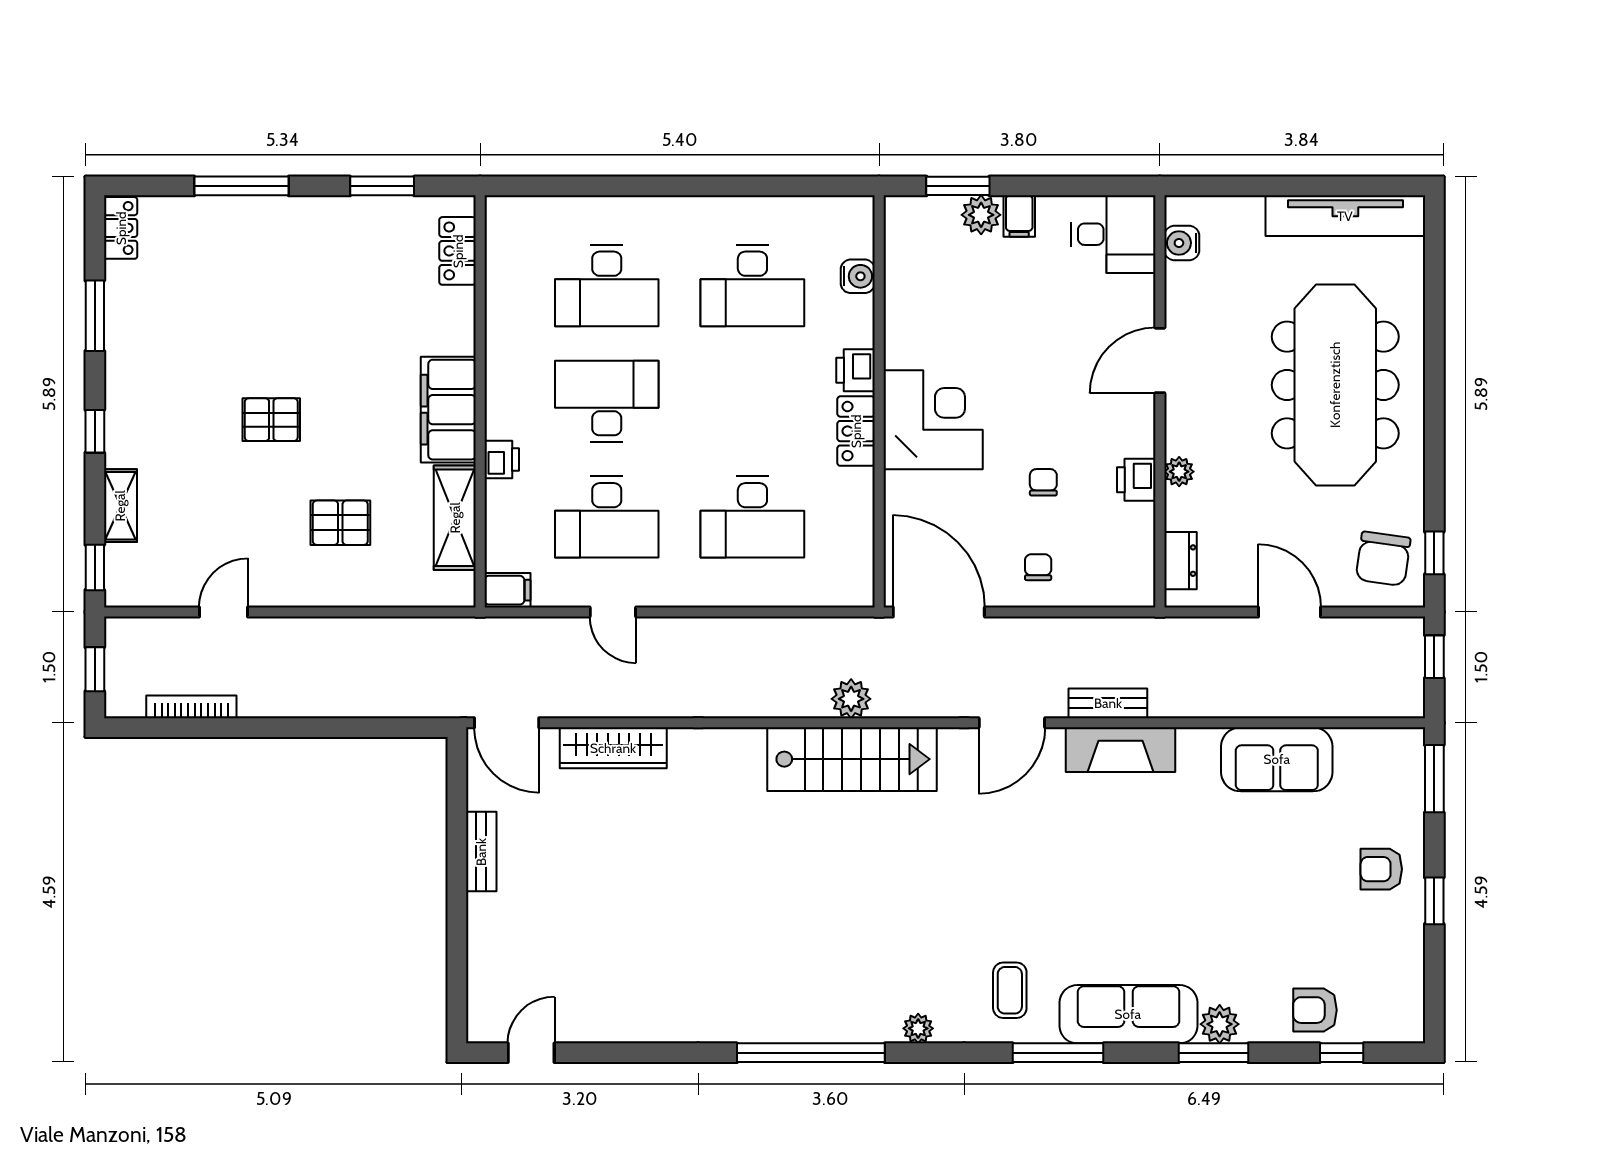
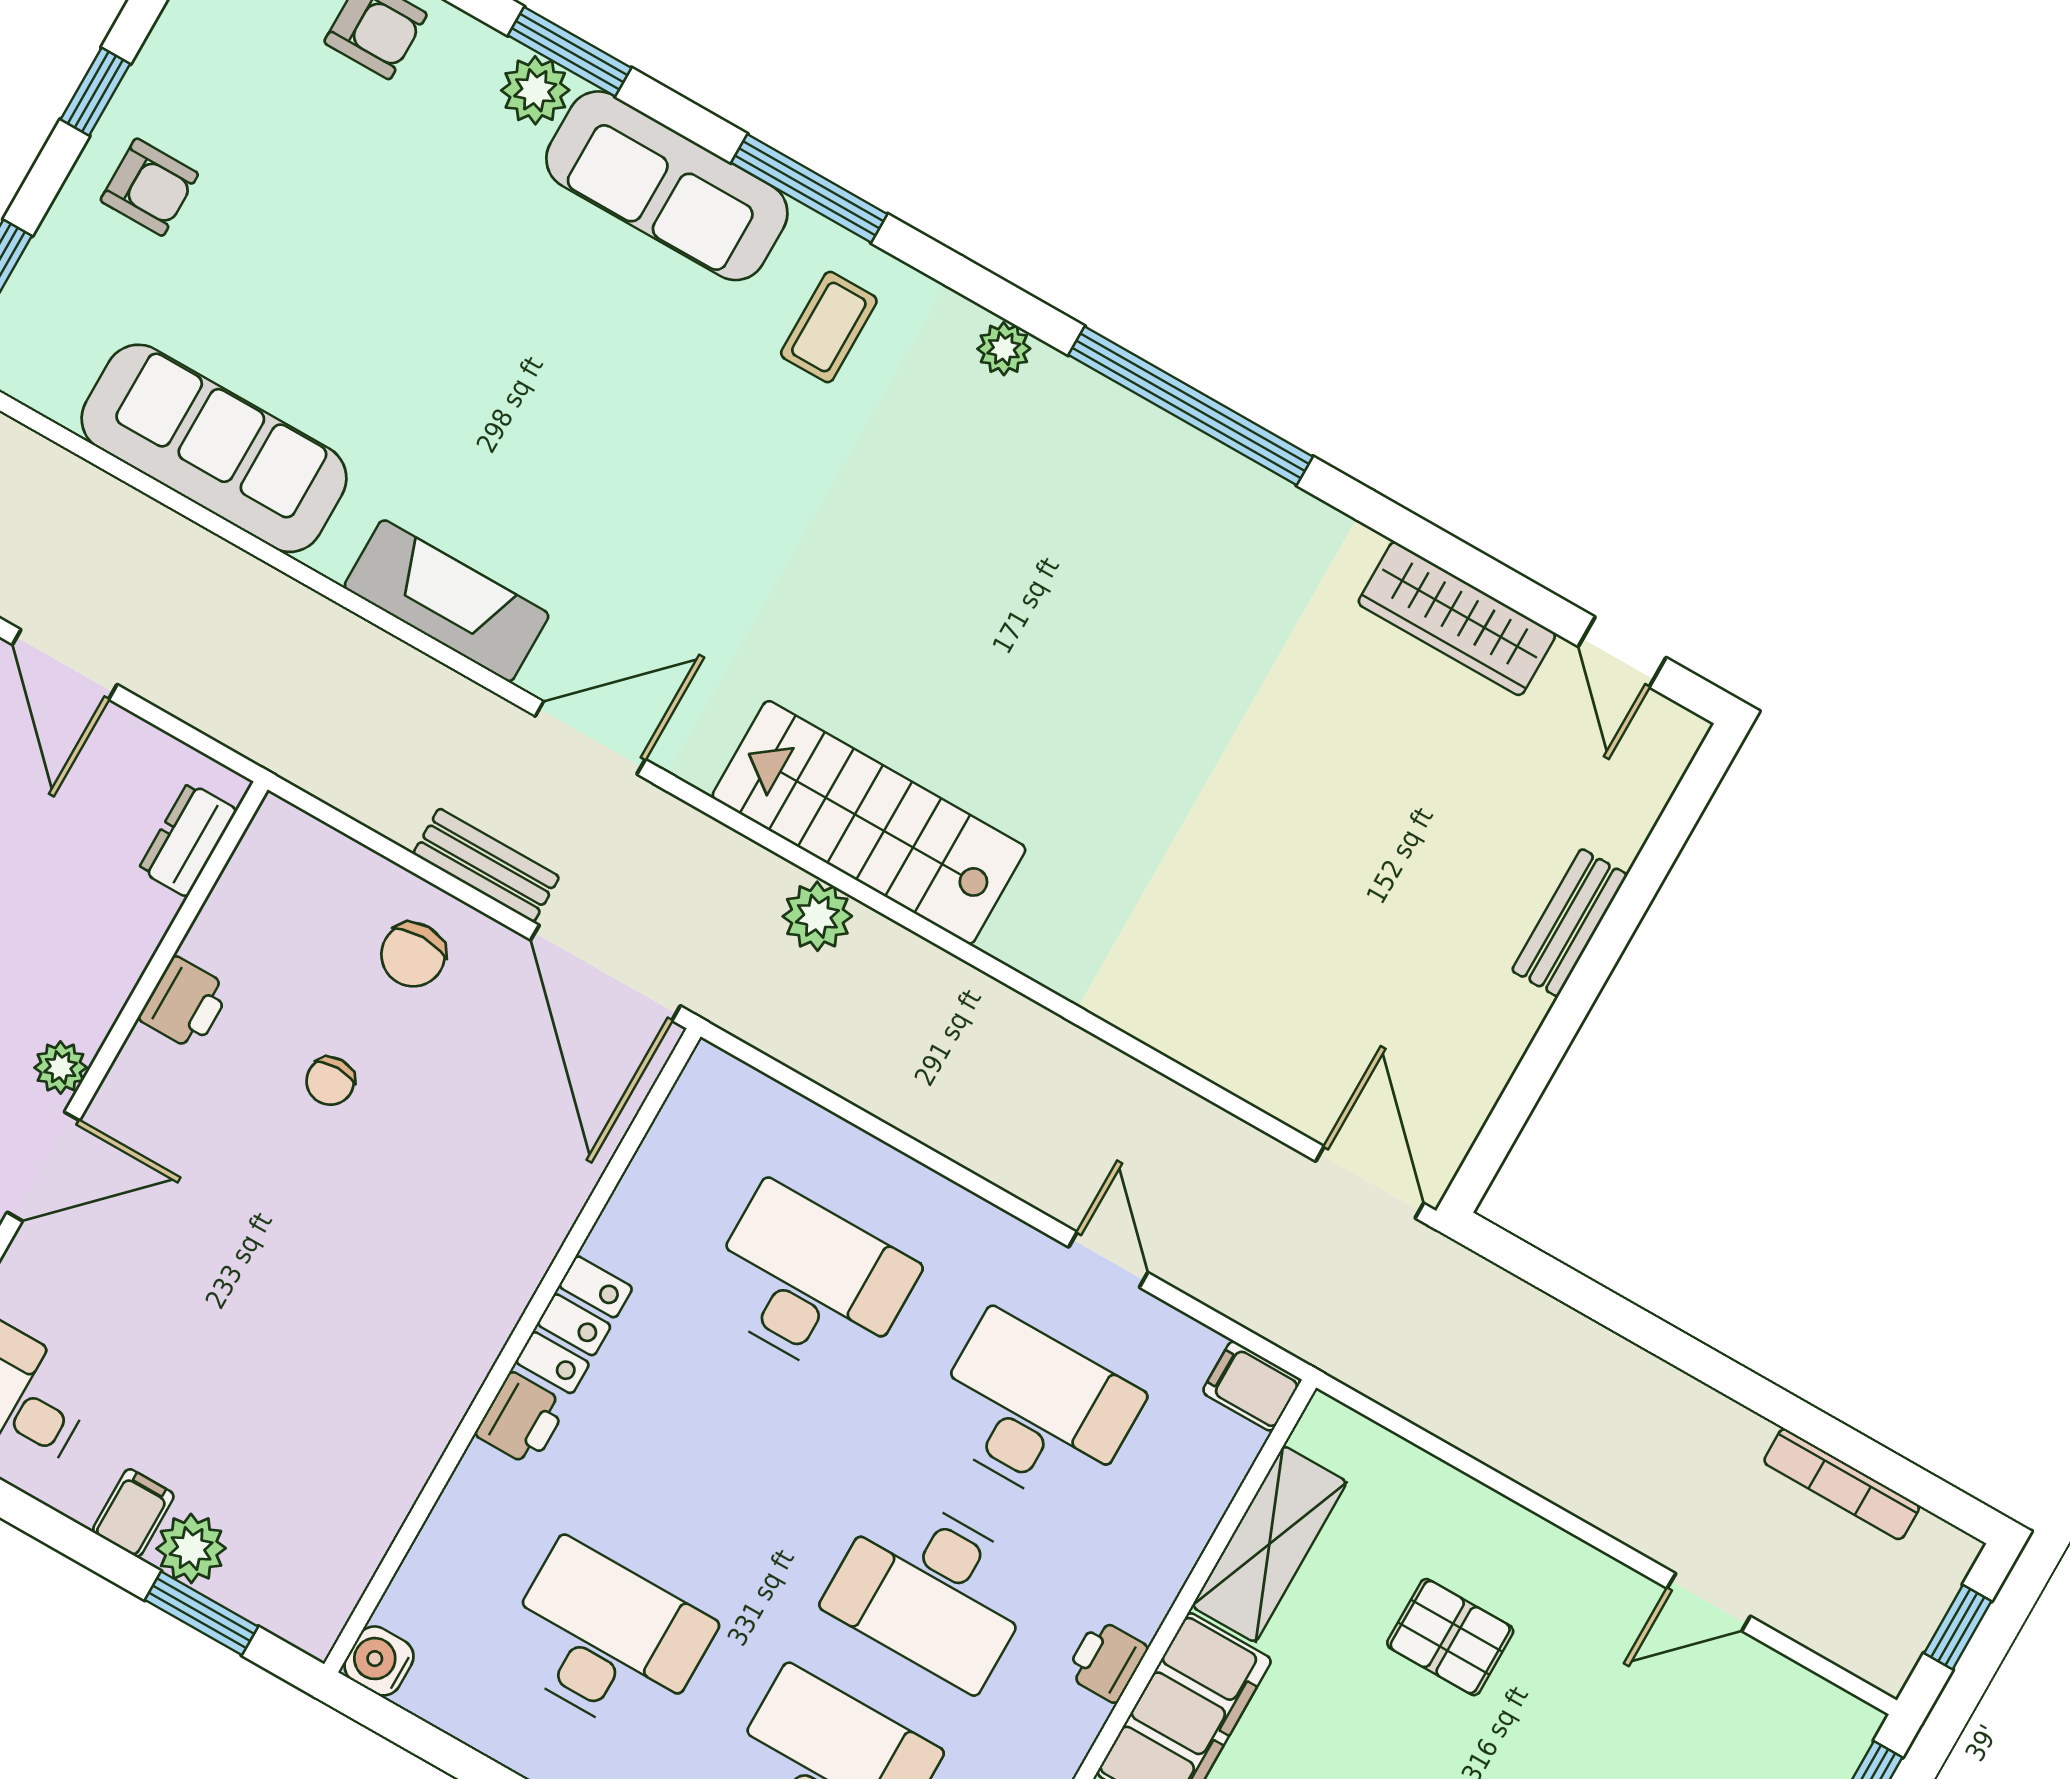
water cooler: (858, 276) -> (379, 1661), moved
corner desk: (933, 420) -> (445, 1274), removed
printer: (502, 459) -> (1107, 1661), moved
plant: (1179, 472) -> (61, 1067), moved
chair: (1038, 567) -> (413, 955), width x1.37, depth x1.37
bench: (1108, 703) -> (486, 865), moved
wardrobe: (613, 748) -> (1457, 619), moved, turned 180
sofa: (1277, 759) -> (214, 448), width x1.36
bench: (481, 852) -> (1570, 923), moved
door: (531, 1053) -> (1622, 652), hinge flipped

